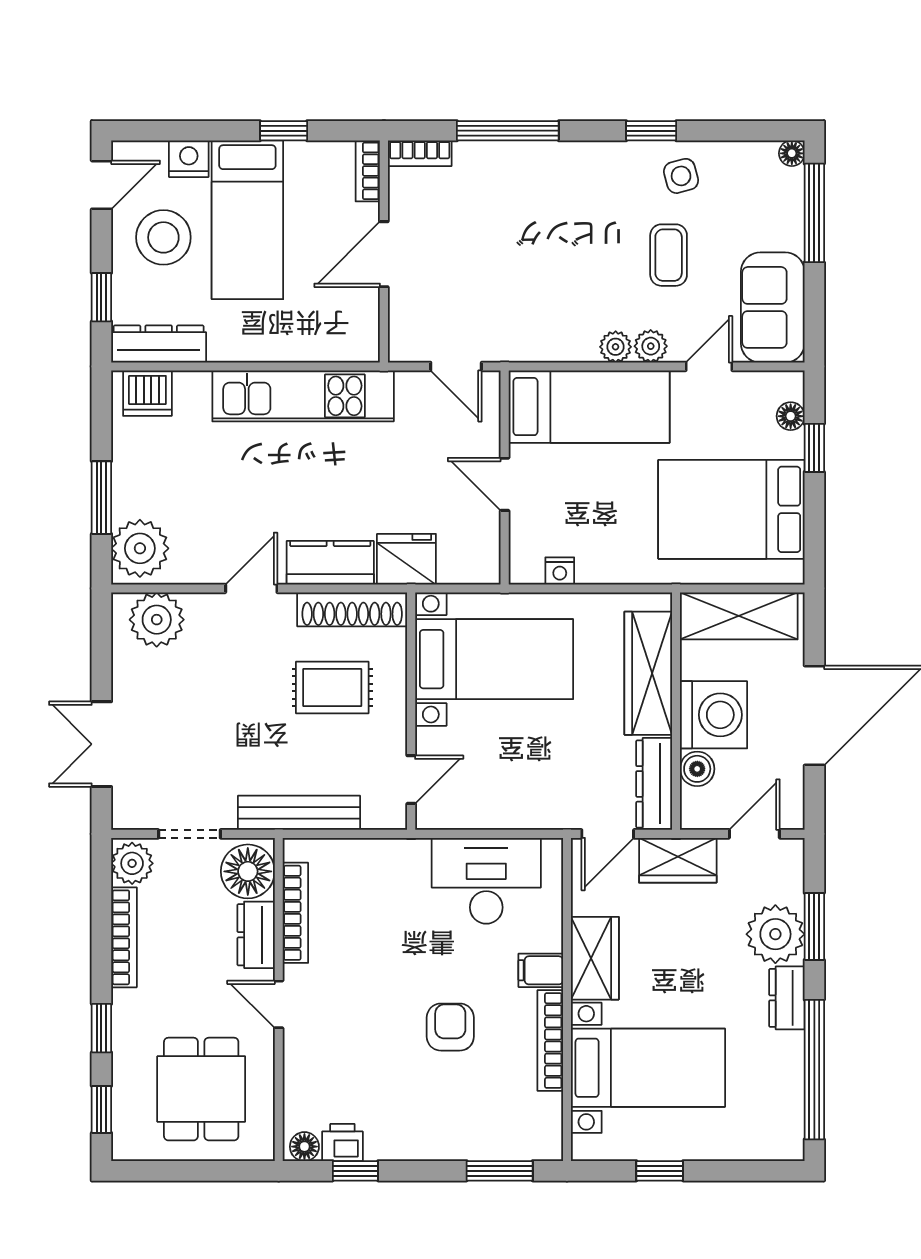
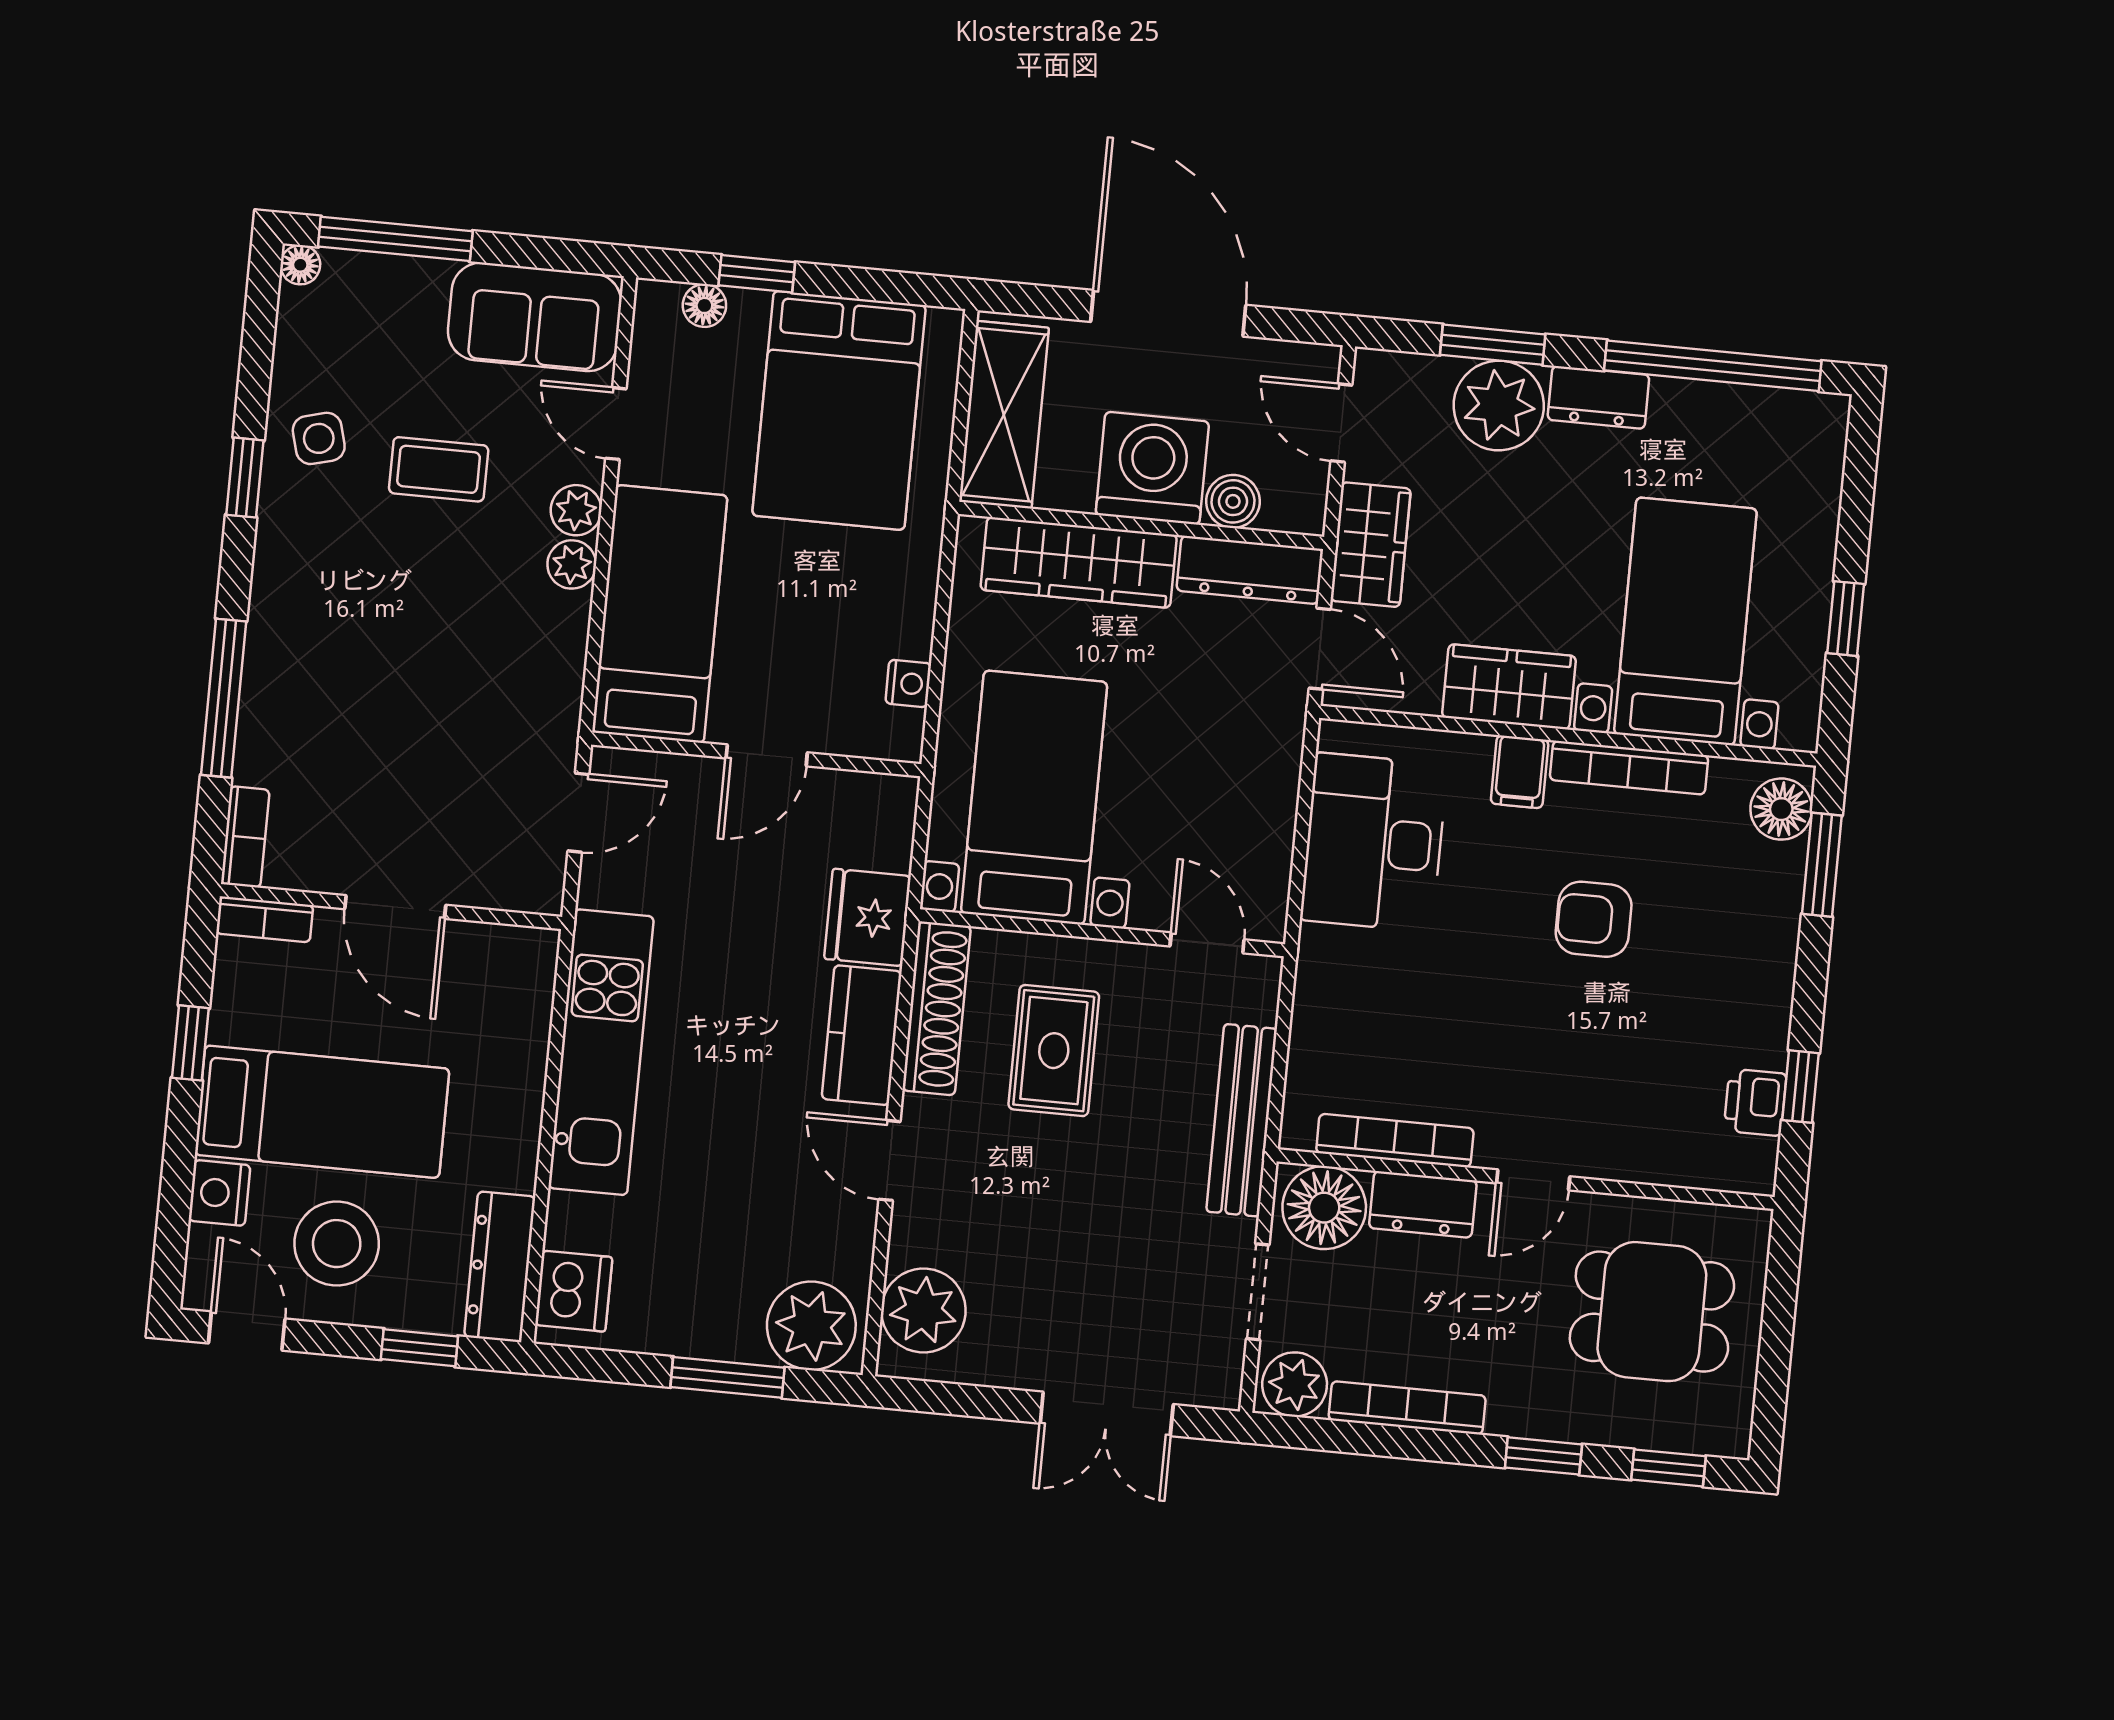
floor lamp: (304, 1147) -> (1781, 809), moved, width x1.37, depth x1.37

